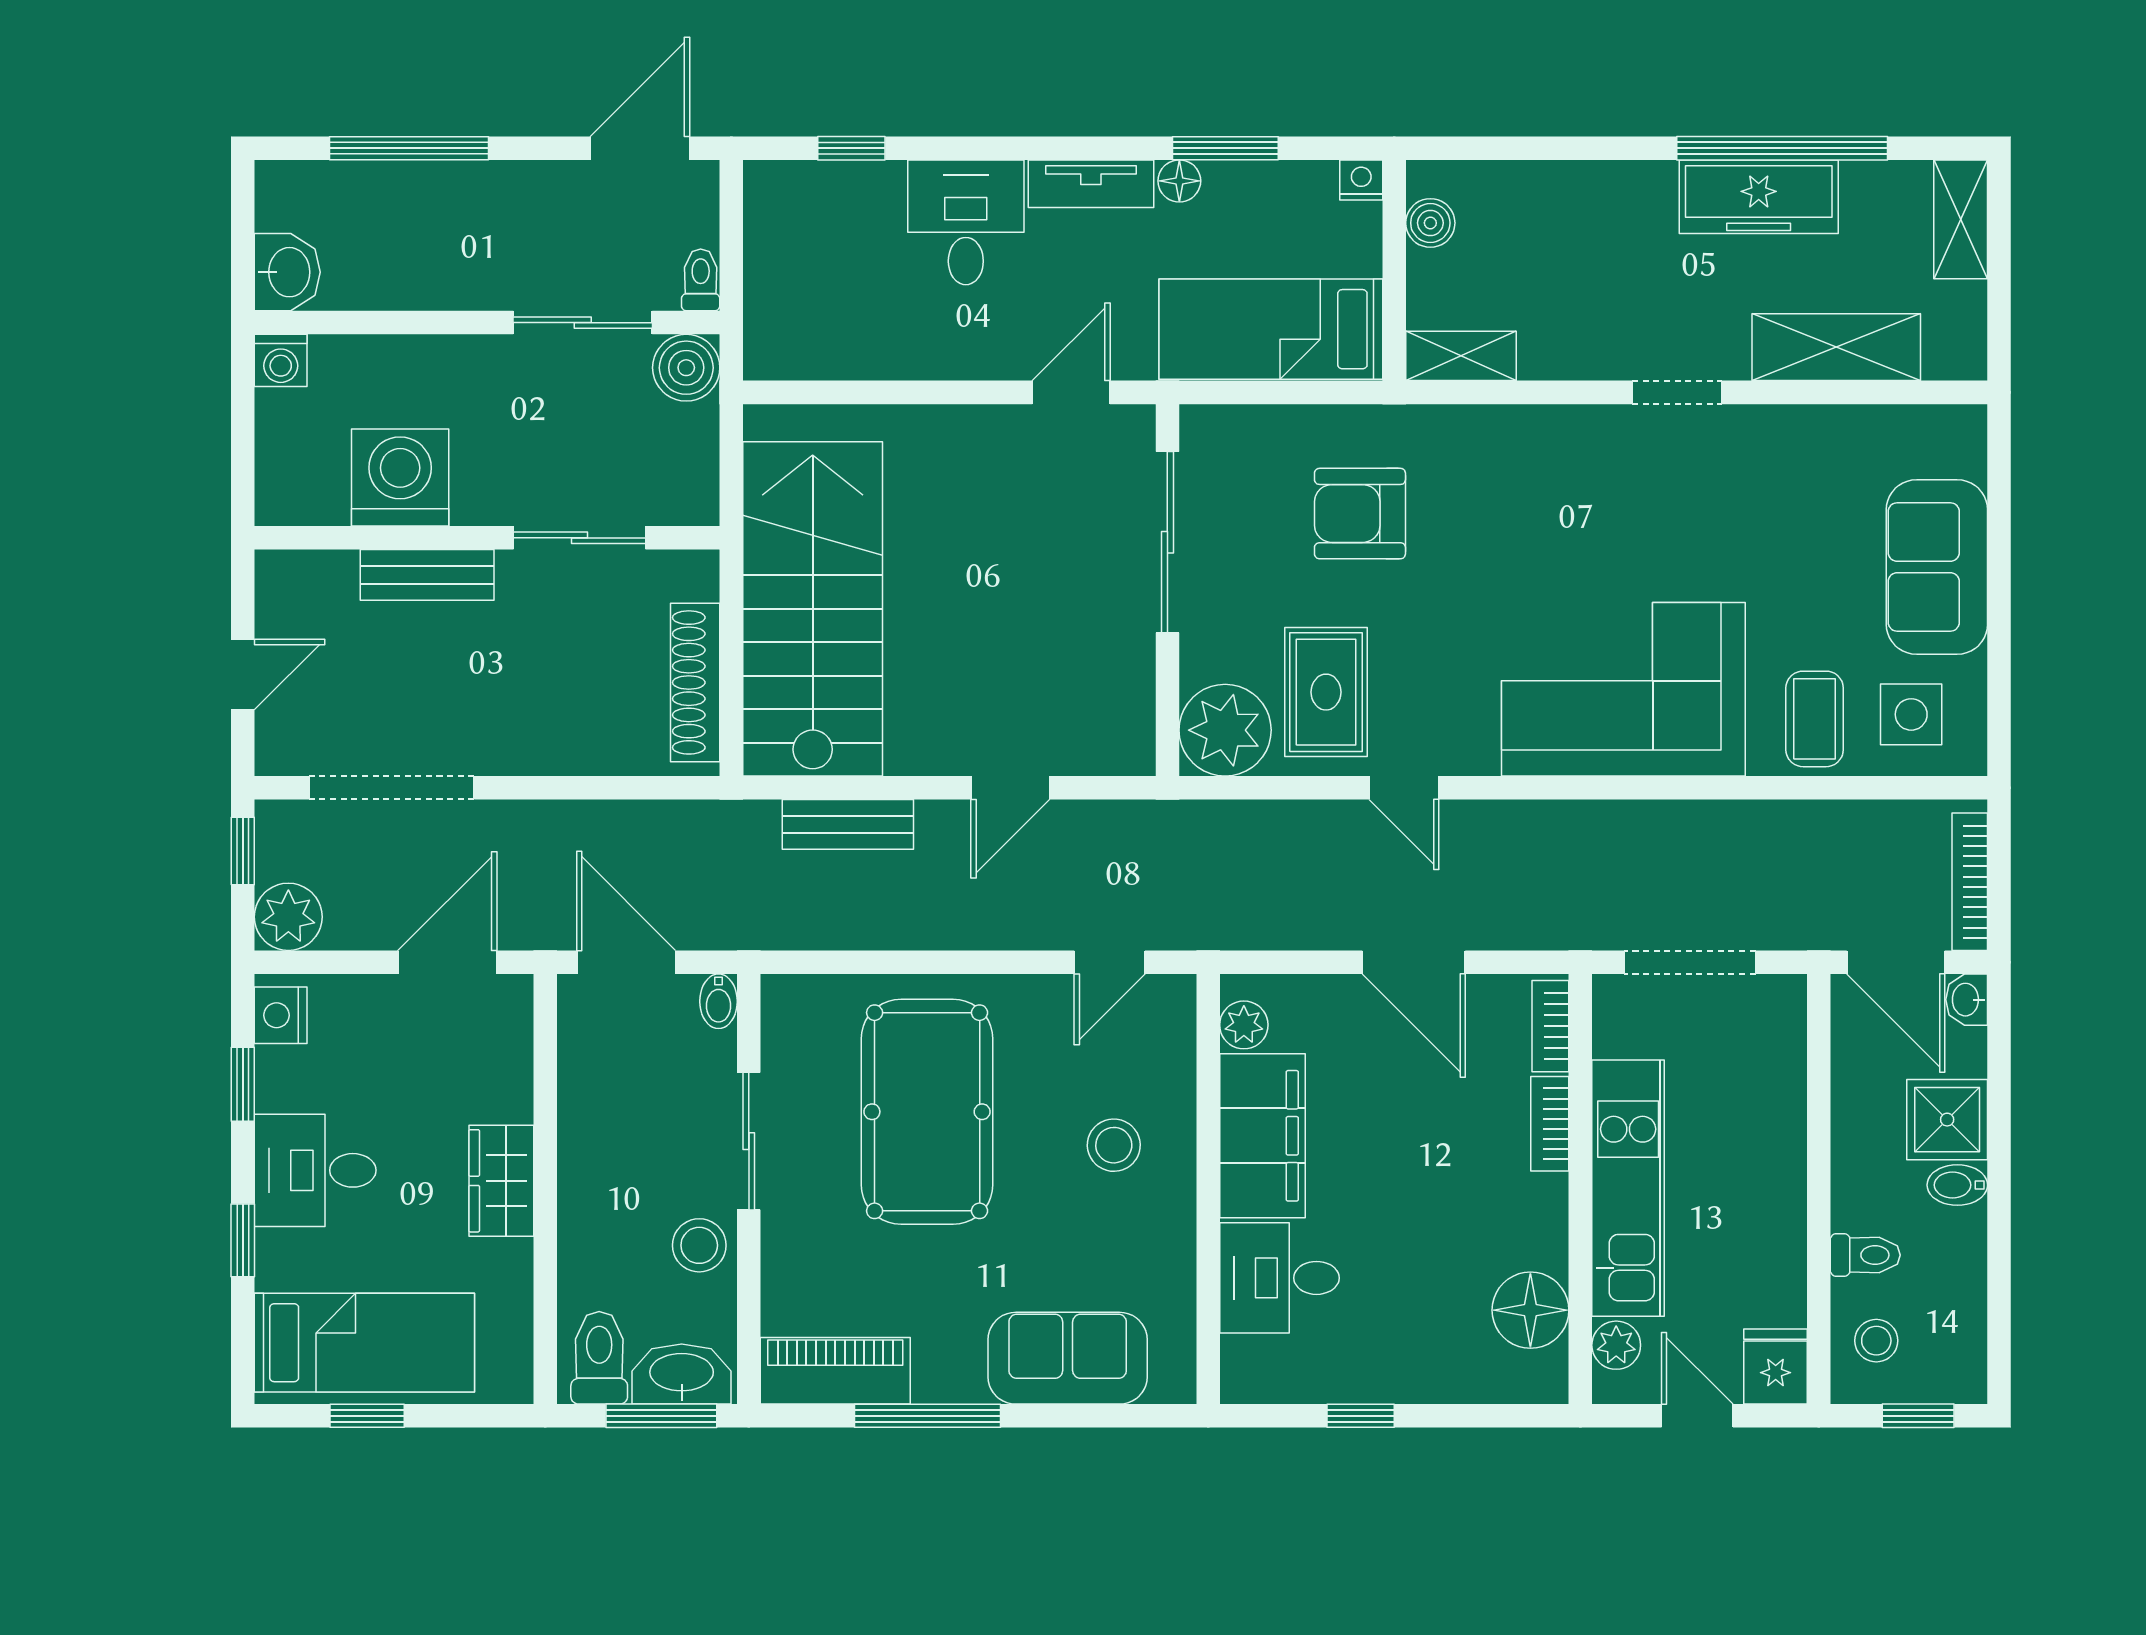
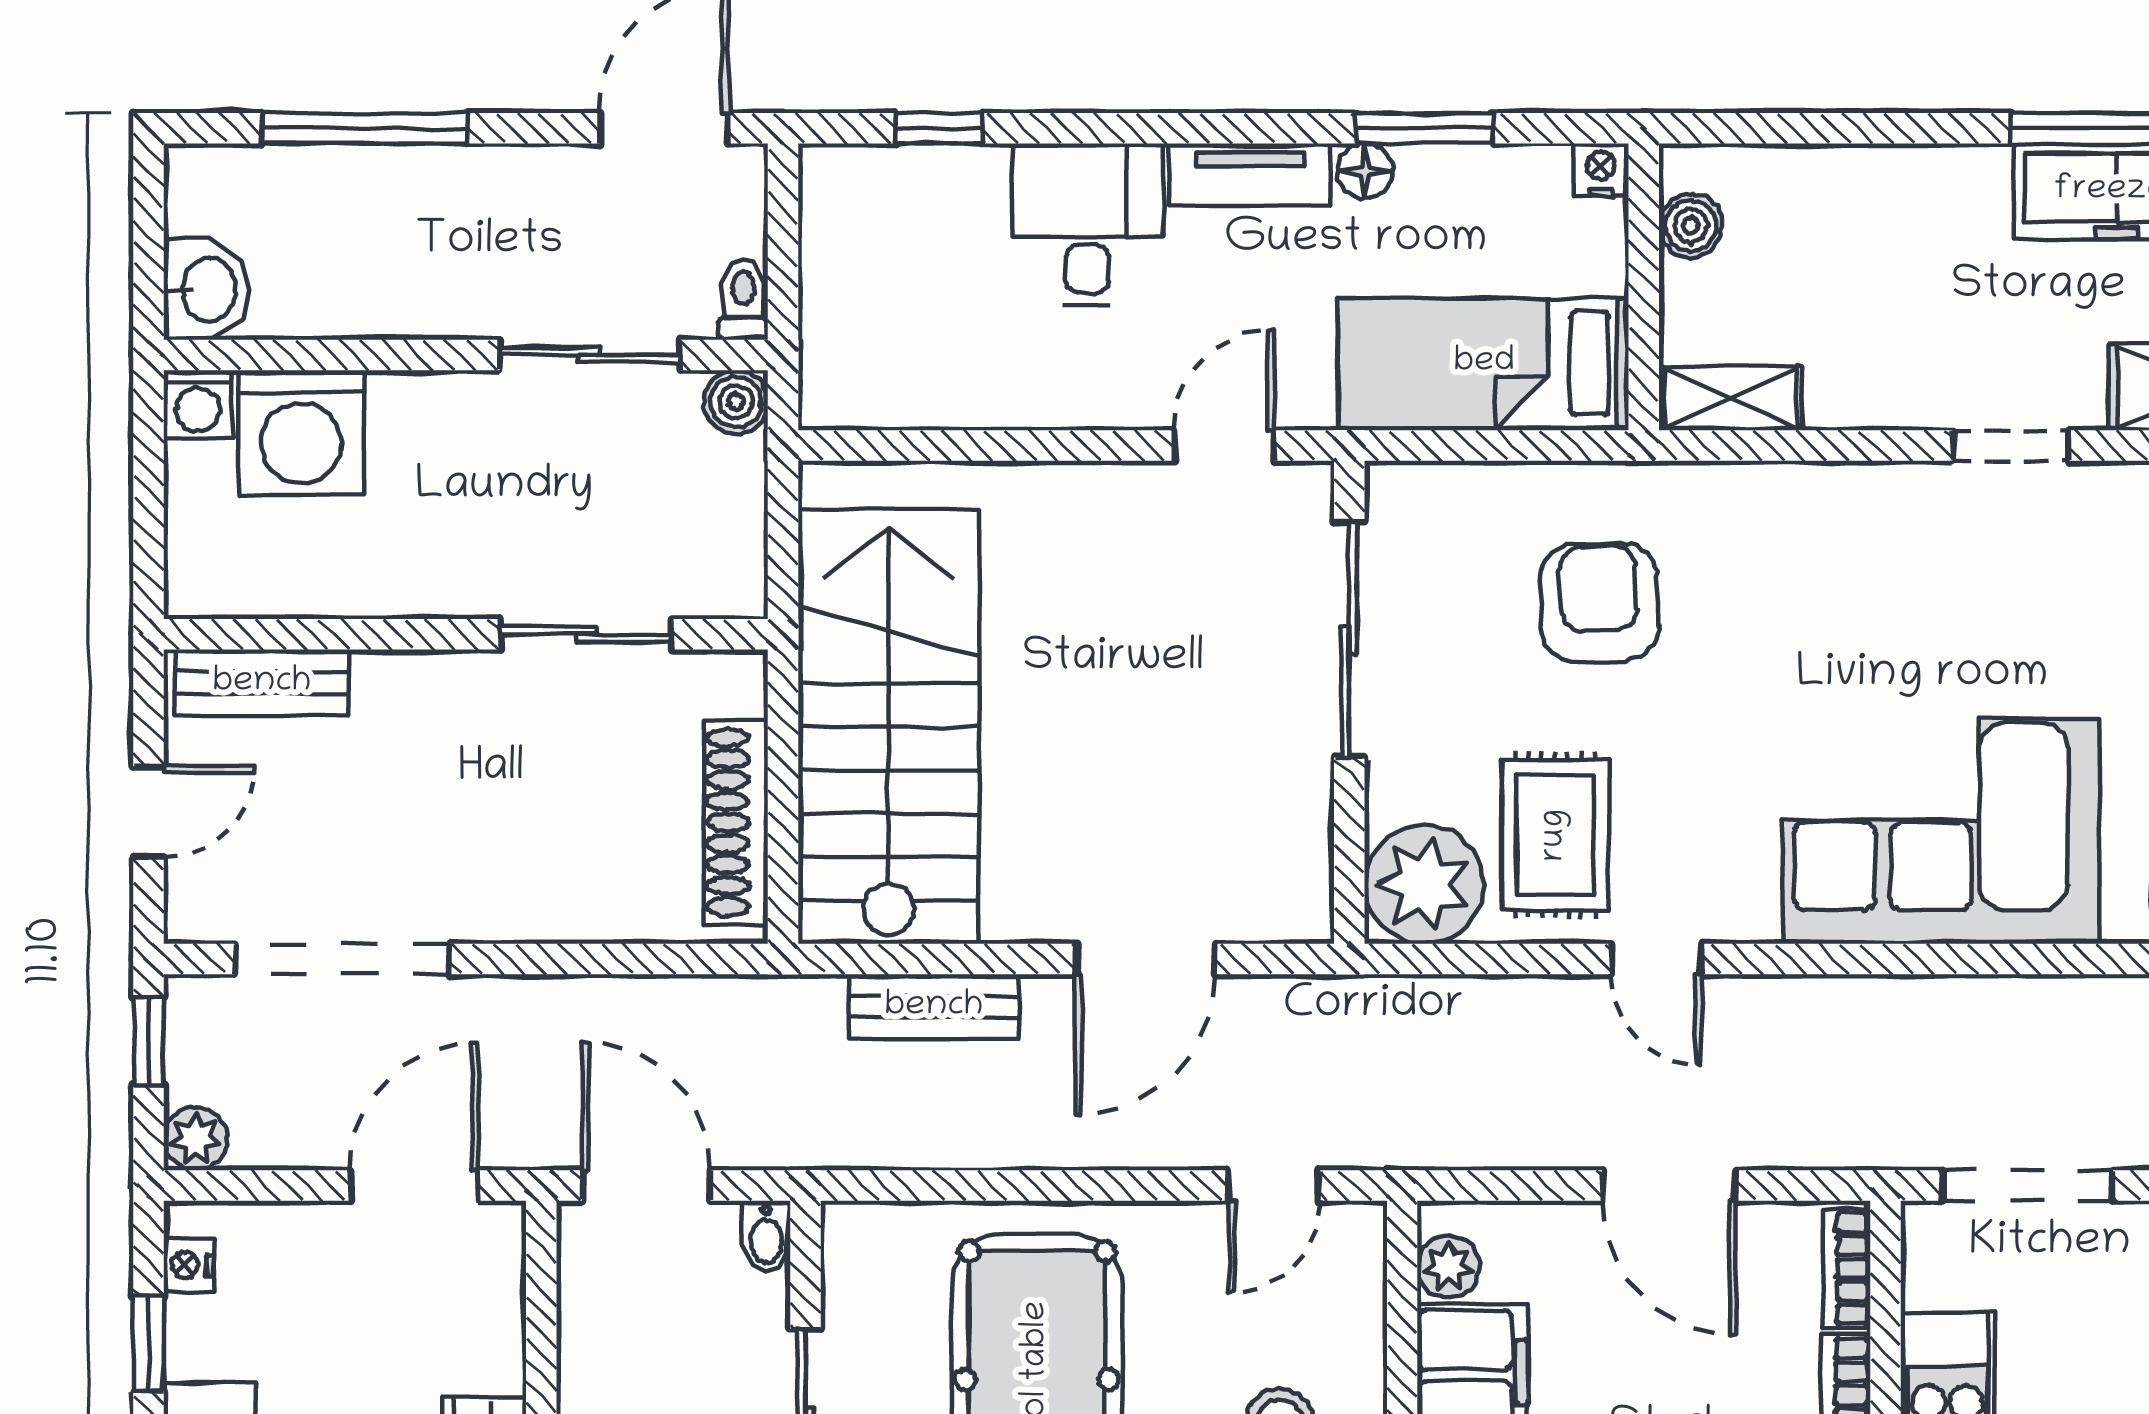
boiler: (686, 368) -> (736, 402), width x0.73, depth x0.73
washing machine: (400, 478) -> (301, 433), moved, turned 180
armchair: (1360, 514) -> (1599, 603), turned 88
bench: (427, 575) -> (262, 683), moved
door: (1010, 788) -> (1145, 959), width x1.38
plant: (288, 917) -> (196, 1139), width x0.73, depth x0.73
nightstand: (281, 1015) -> (189, 1265), width x0.72, depth x0.74

